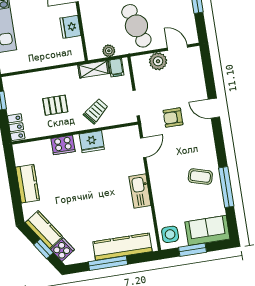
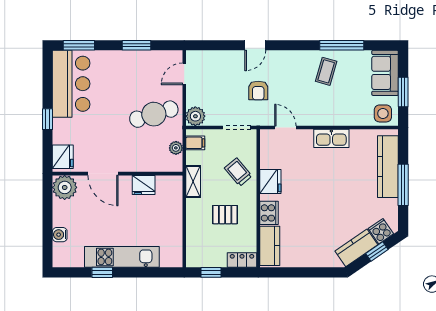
plant: (158, 61) -> (195, 116), moved
shelving: (94, 69) -> (193, 182), moved
pallet: (55, 105) -> (225, 215), turned 90
kitchen counter: (28, 184) -> (270, 246), moved, turned 90

